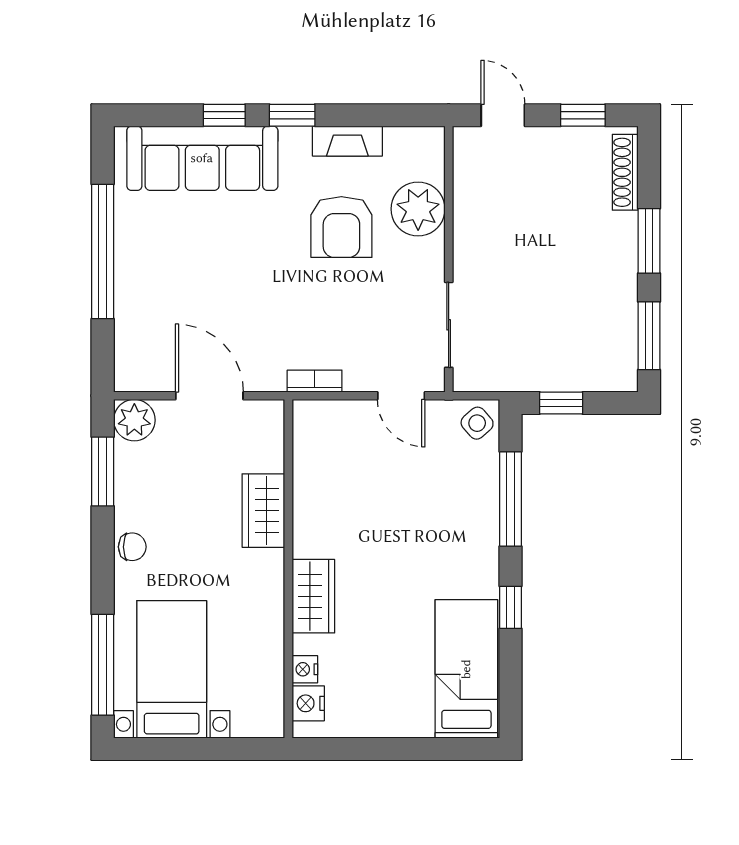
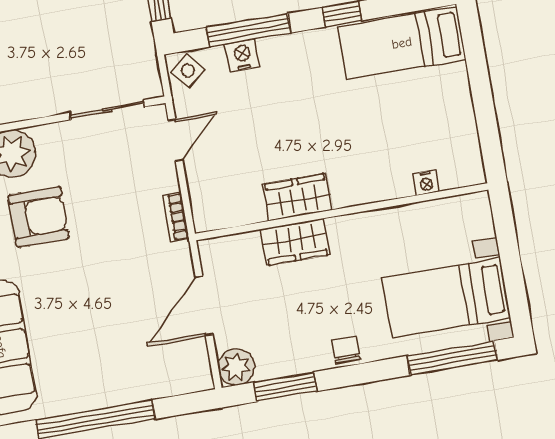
wardrobe: (313, 596) -> (297, 197), moved
nightstand: (308, 703) -> (242, 55), moved, turned 180

